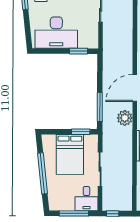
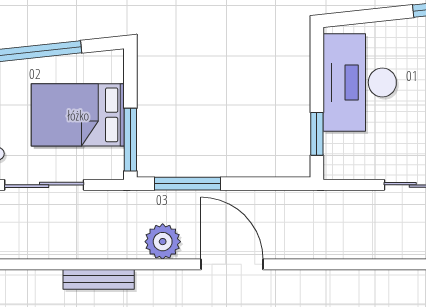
window: (81, 132) -> (130, 140), width x1.44

